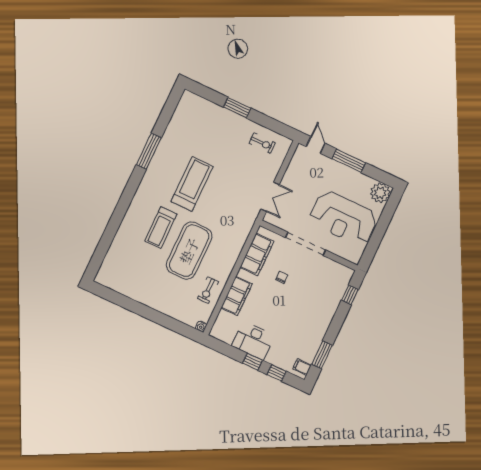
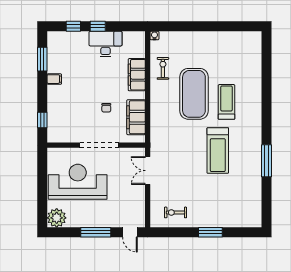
filing cabinet: (302, 367) -> (54, 79), moved

